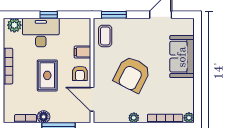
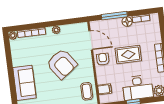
filing cabinet: (83, 52) -> (105, 89), moved
armchair: (132, 74) -> (62, 64), turned 117
rug: (47, 75) -> (128, 54), turned 90

